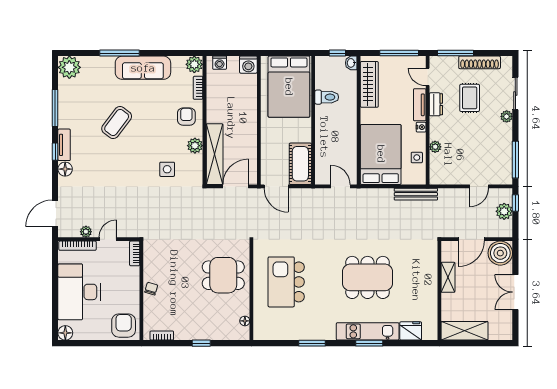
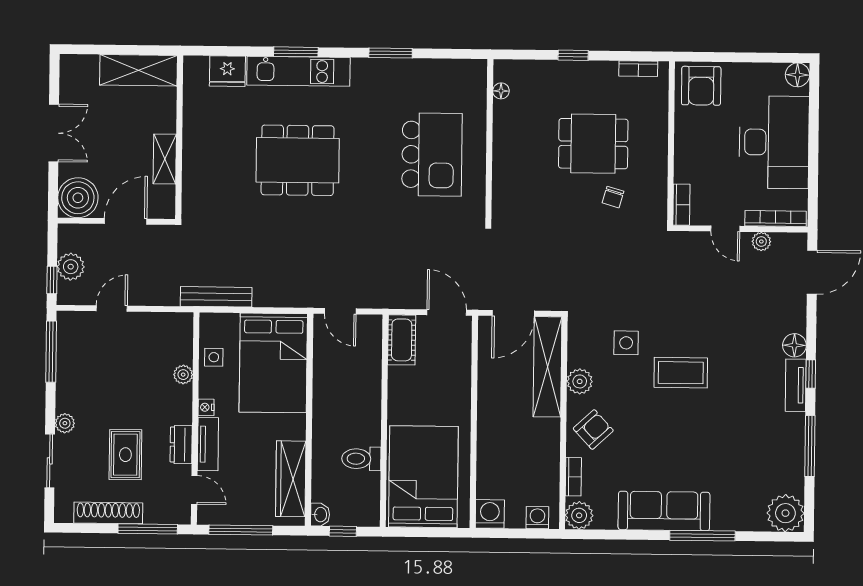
armchair: (186, 117) -> (593, 429), turned -133
coffee table: (117, 123) -> (681, 373), moved, turned 53
cot: (300, 164) -> (402, 340), width x0.73, depth x0.75
door: (108, 239) -> (725, 229), hinge flipped
dining table: (223, 275) -> (593, 144), moved
chair: (151, 289) -> (613, 197), moved

